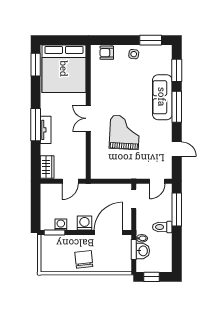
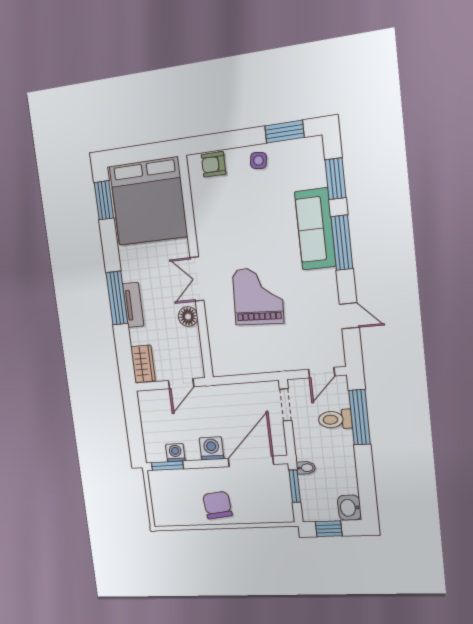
floor lamp: (80, 140) -> (188, 317), added
toilet: (162, 227) -> (335, 419), moved
washbasin: (143, 251) -> (349, 508), moved, turned 180

